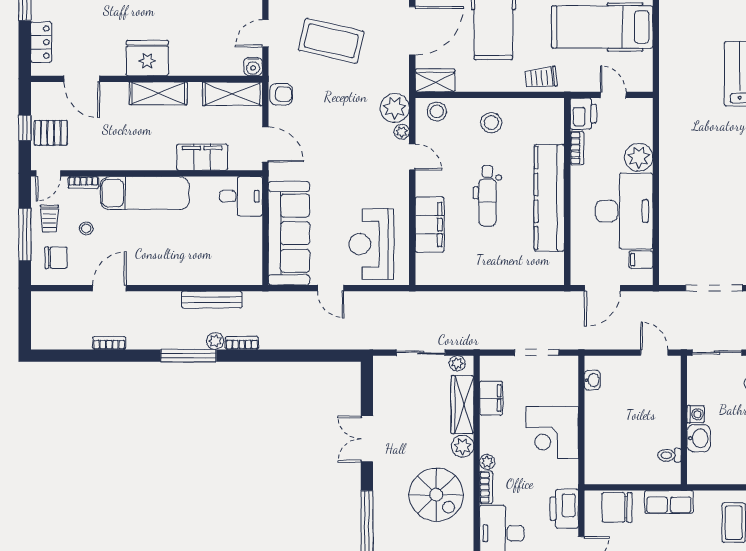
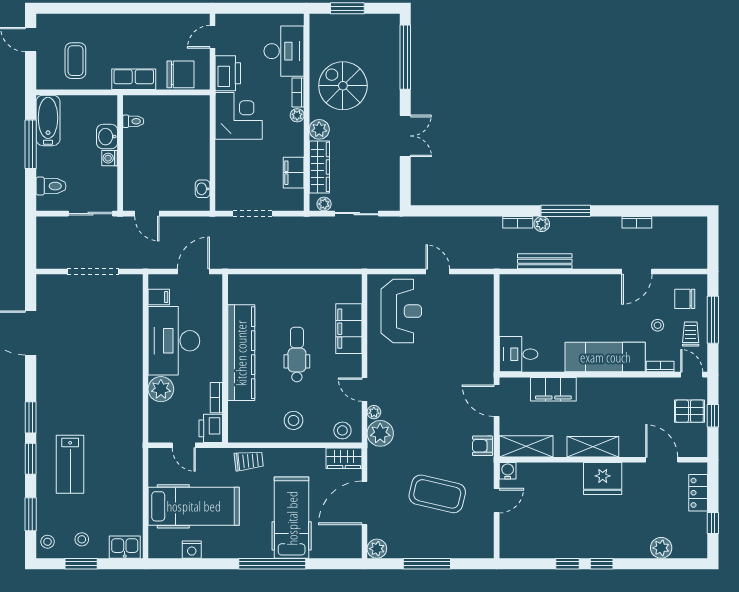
door: (48, 173) -> (692, 375), hinge flipped
sofa: (289, 233) -> (475, 321), removed
corner desk: (552, 433) -> (239, 116), moved

